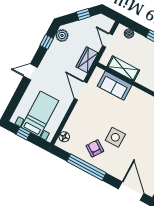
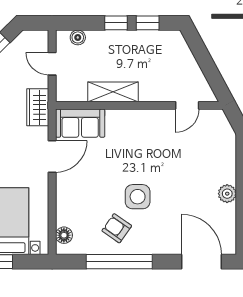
shelving: (123, 68) -> (113, 92), moved
sofa: (115, 86) -> (80, 123), moved
door: (81, 91) -> (52, 156), swing flipped

